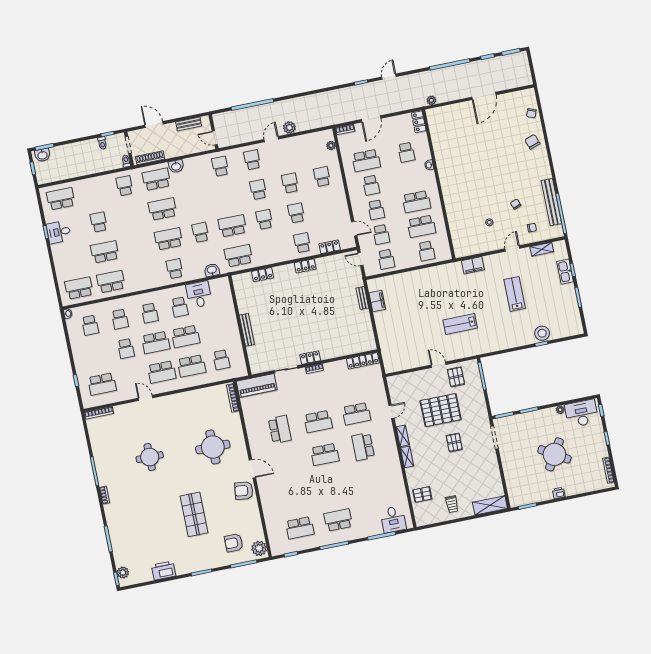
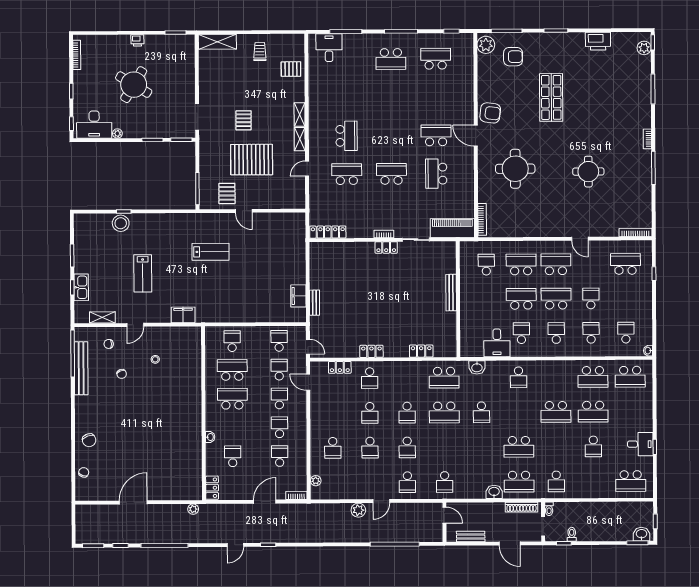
school desk: (366, 161) -> (280, 456), width x0.54
school desk: (169, 239) -> (556, 412), moved
school desk: (325, 454) -> (436, 135), moved

